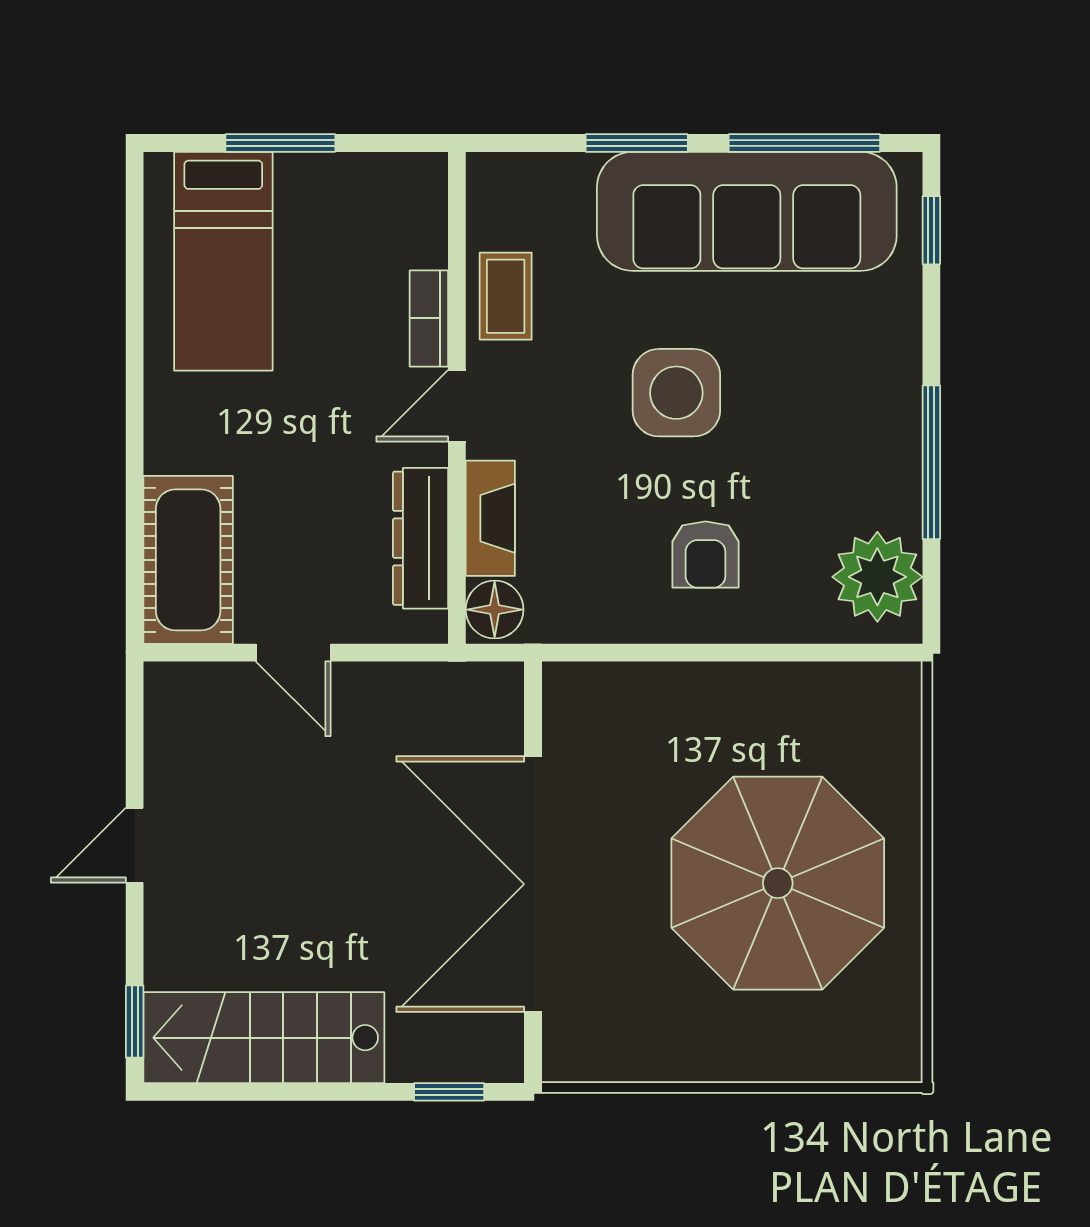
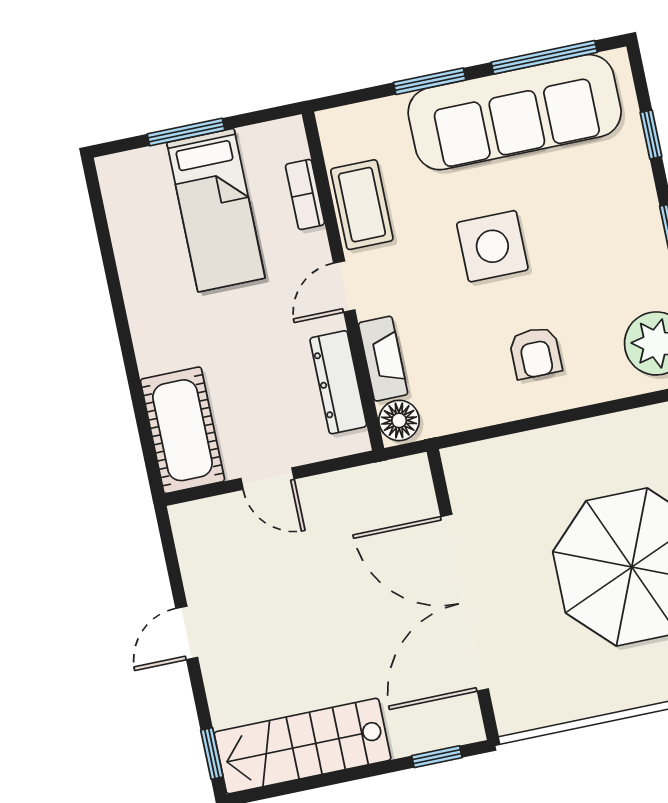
window: (931, 230) -> (651, 135), moved
bed: (223, 261) -> (216, 210), moved
coffee table: (506, 296) -> (362, 205), width x1.36, depth x1.30
bookcase: (429, 318) -> (305, 194), moved

